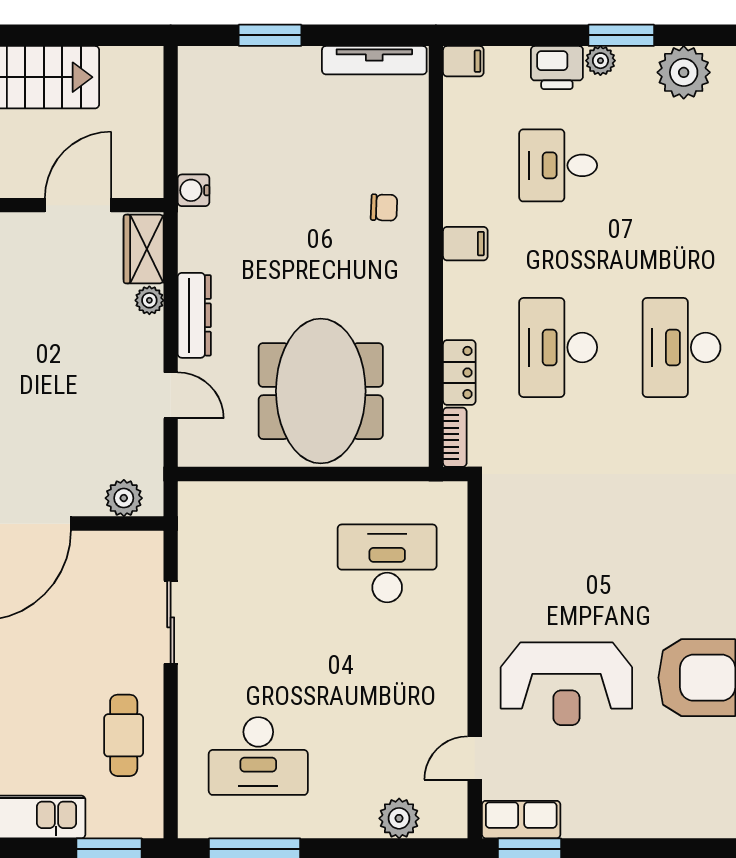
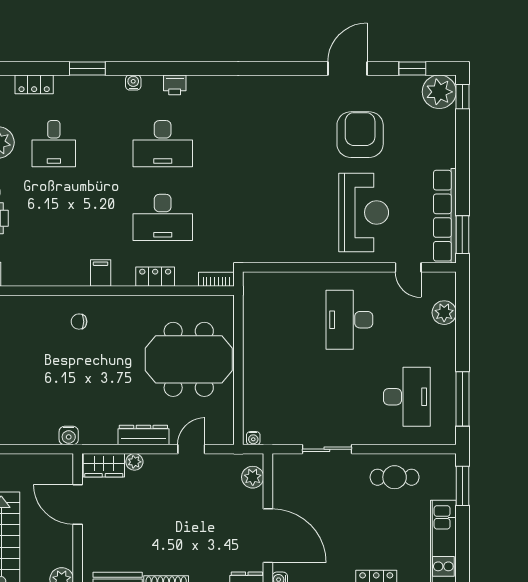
desk: (558, 165) -> (54, 144), moved
chair: (384, 208) -> (79, 322), turned -92
locker: (459, 373) -> (155, 277), moved
water cooler: (189, 499) -> (253, 438), added
desk: (387, 563) -> (349, 320), moved
row of seats: (521, 820) -> (445, 216), width x2.02

